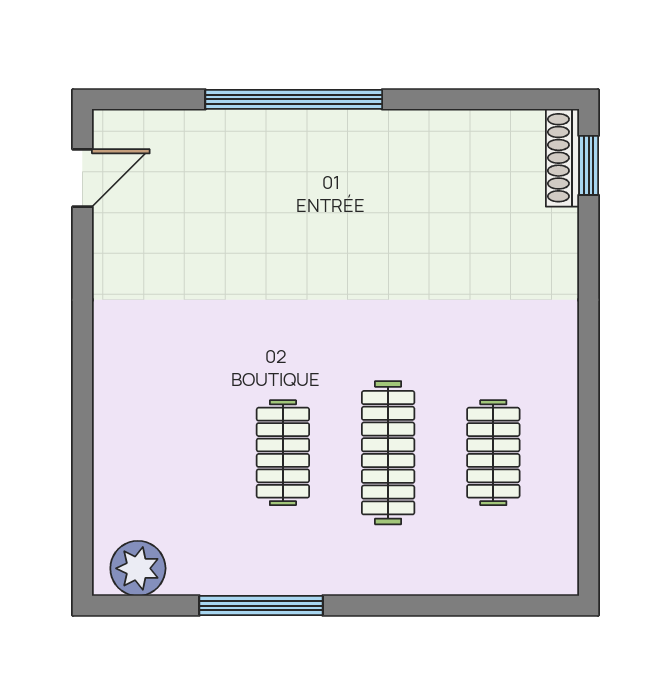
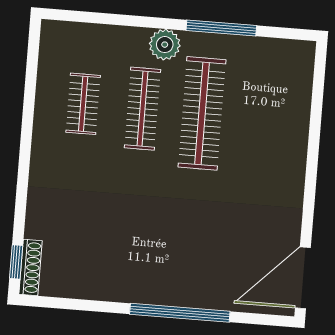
door: (82, 178) -> (303, 278), width x1.87
clothes rail: (283, 453) -> (202, 113), width x1.86, depth x1.31
plant: (138, 568) -> (165, 45), moved

